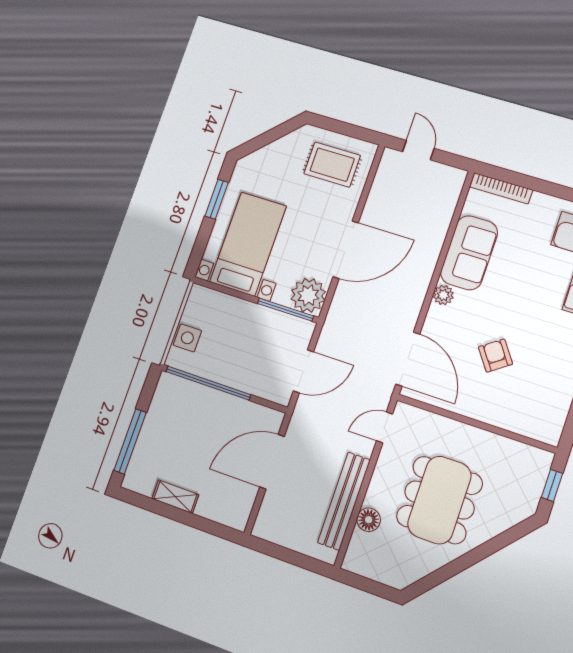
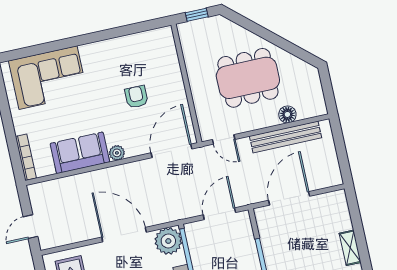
armchair: (495, 356) -> (136, 97), turned 126
door: (303, 371) -> (219, 214), hinge flipped
door: (272, 462) -> (289, 198), swing flipped

